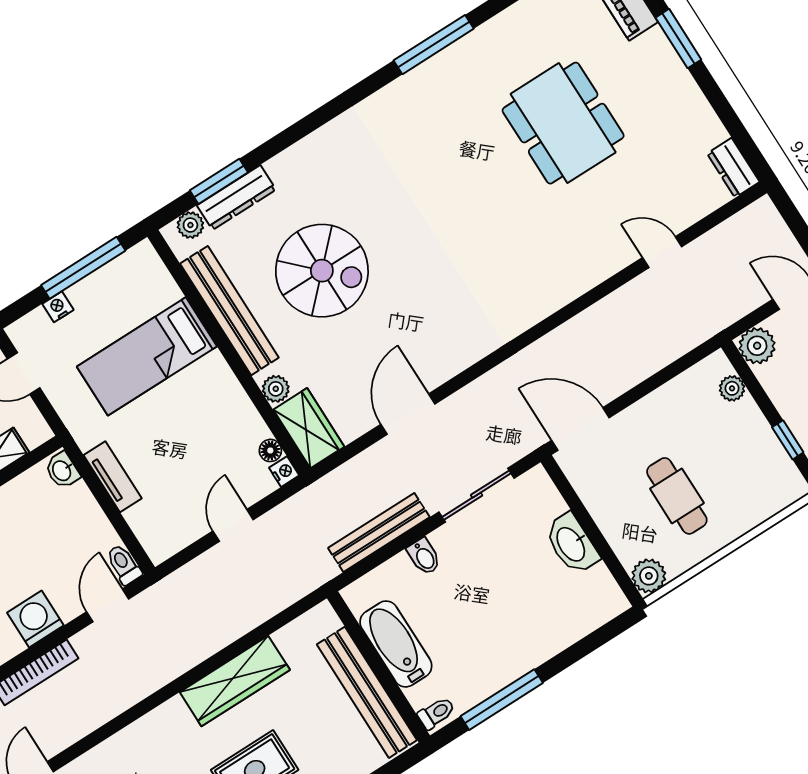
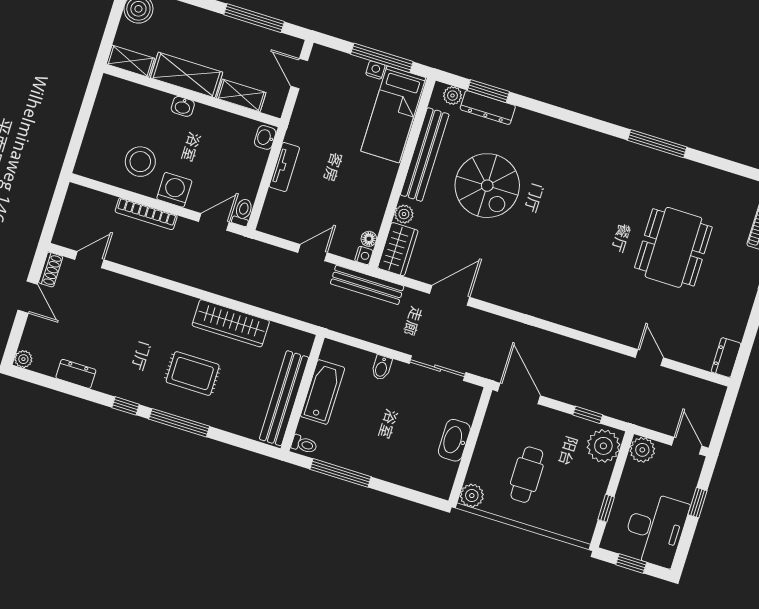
nightstand: (58, 307) -> (375, 70), moved
bed: (147, 356) -> (393, 114), moved, turned -90
window: (668, 373) -> (588, 415), added
plant: (732, 388) -> (603, 446), width x1.87, depth x1.87
bench: (379, 533) -> (367, 285), moved

